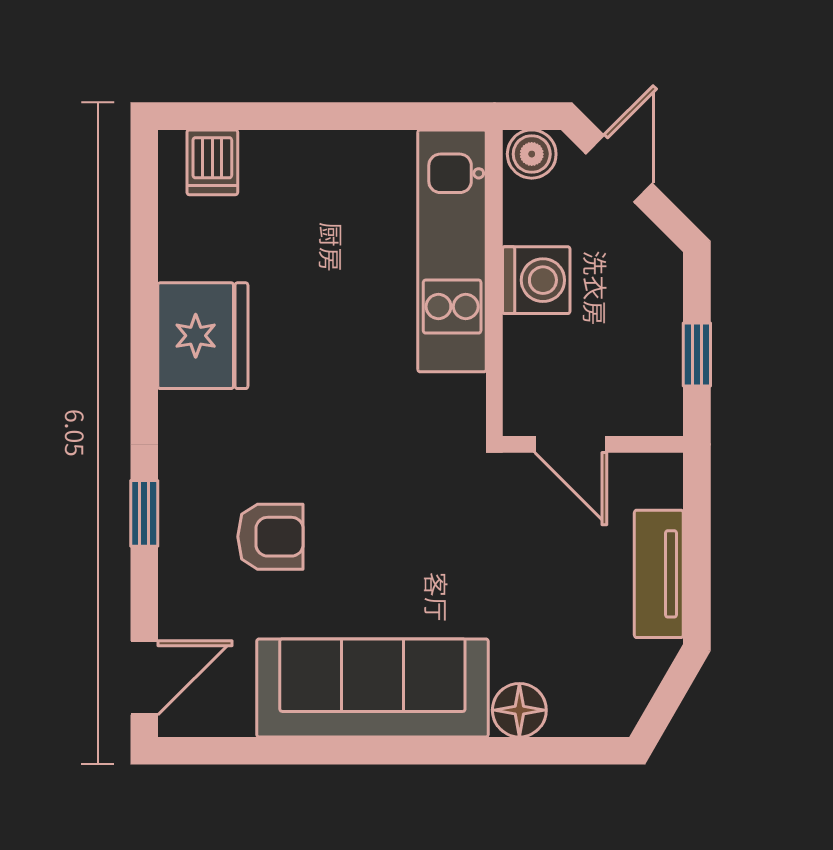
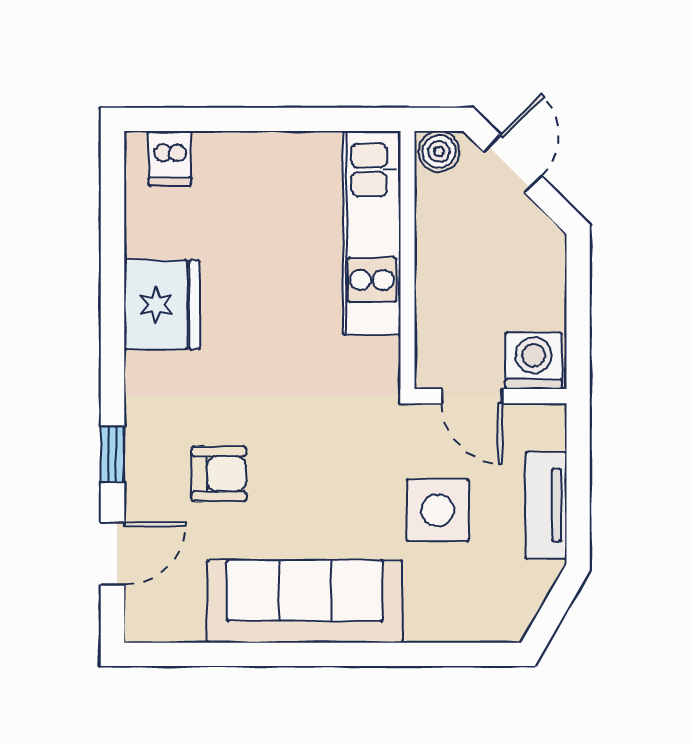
washing machine: (536, 280) -> (534, 361), moved, turned -90
window: (697, 355) -> (578, 320), removed
side table: (530, 580) -> (438, 510), added
door: (144, 678) -> (112, 553), moved
floor lamp: (519, 710) -> (429, 620), removed

